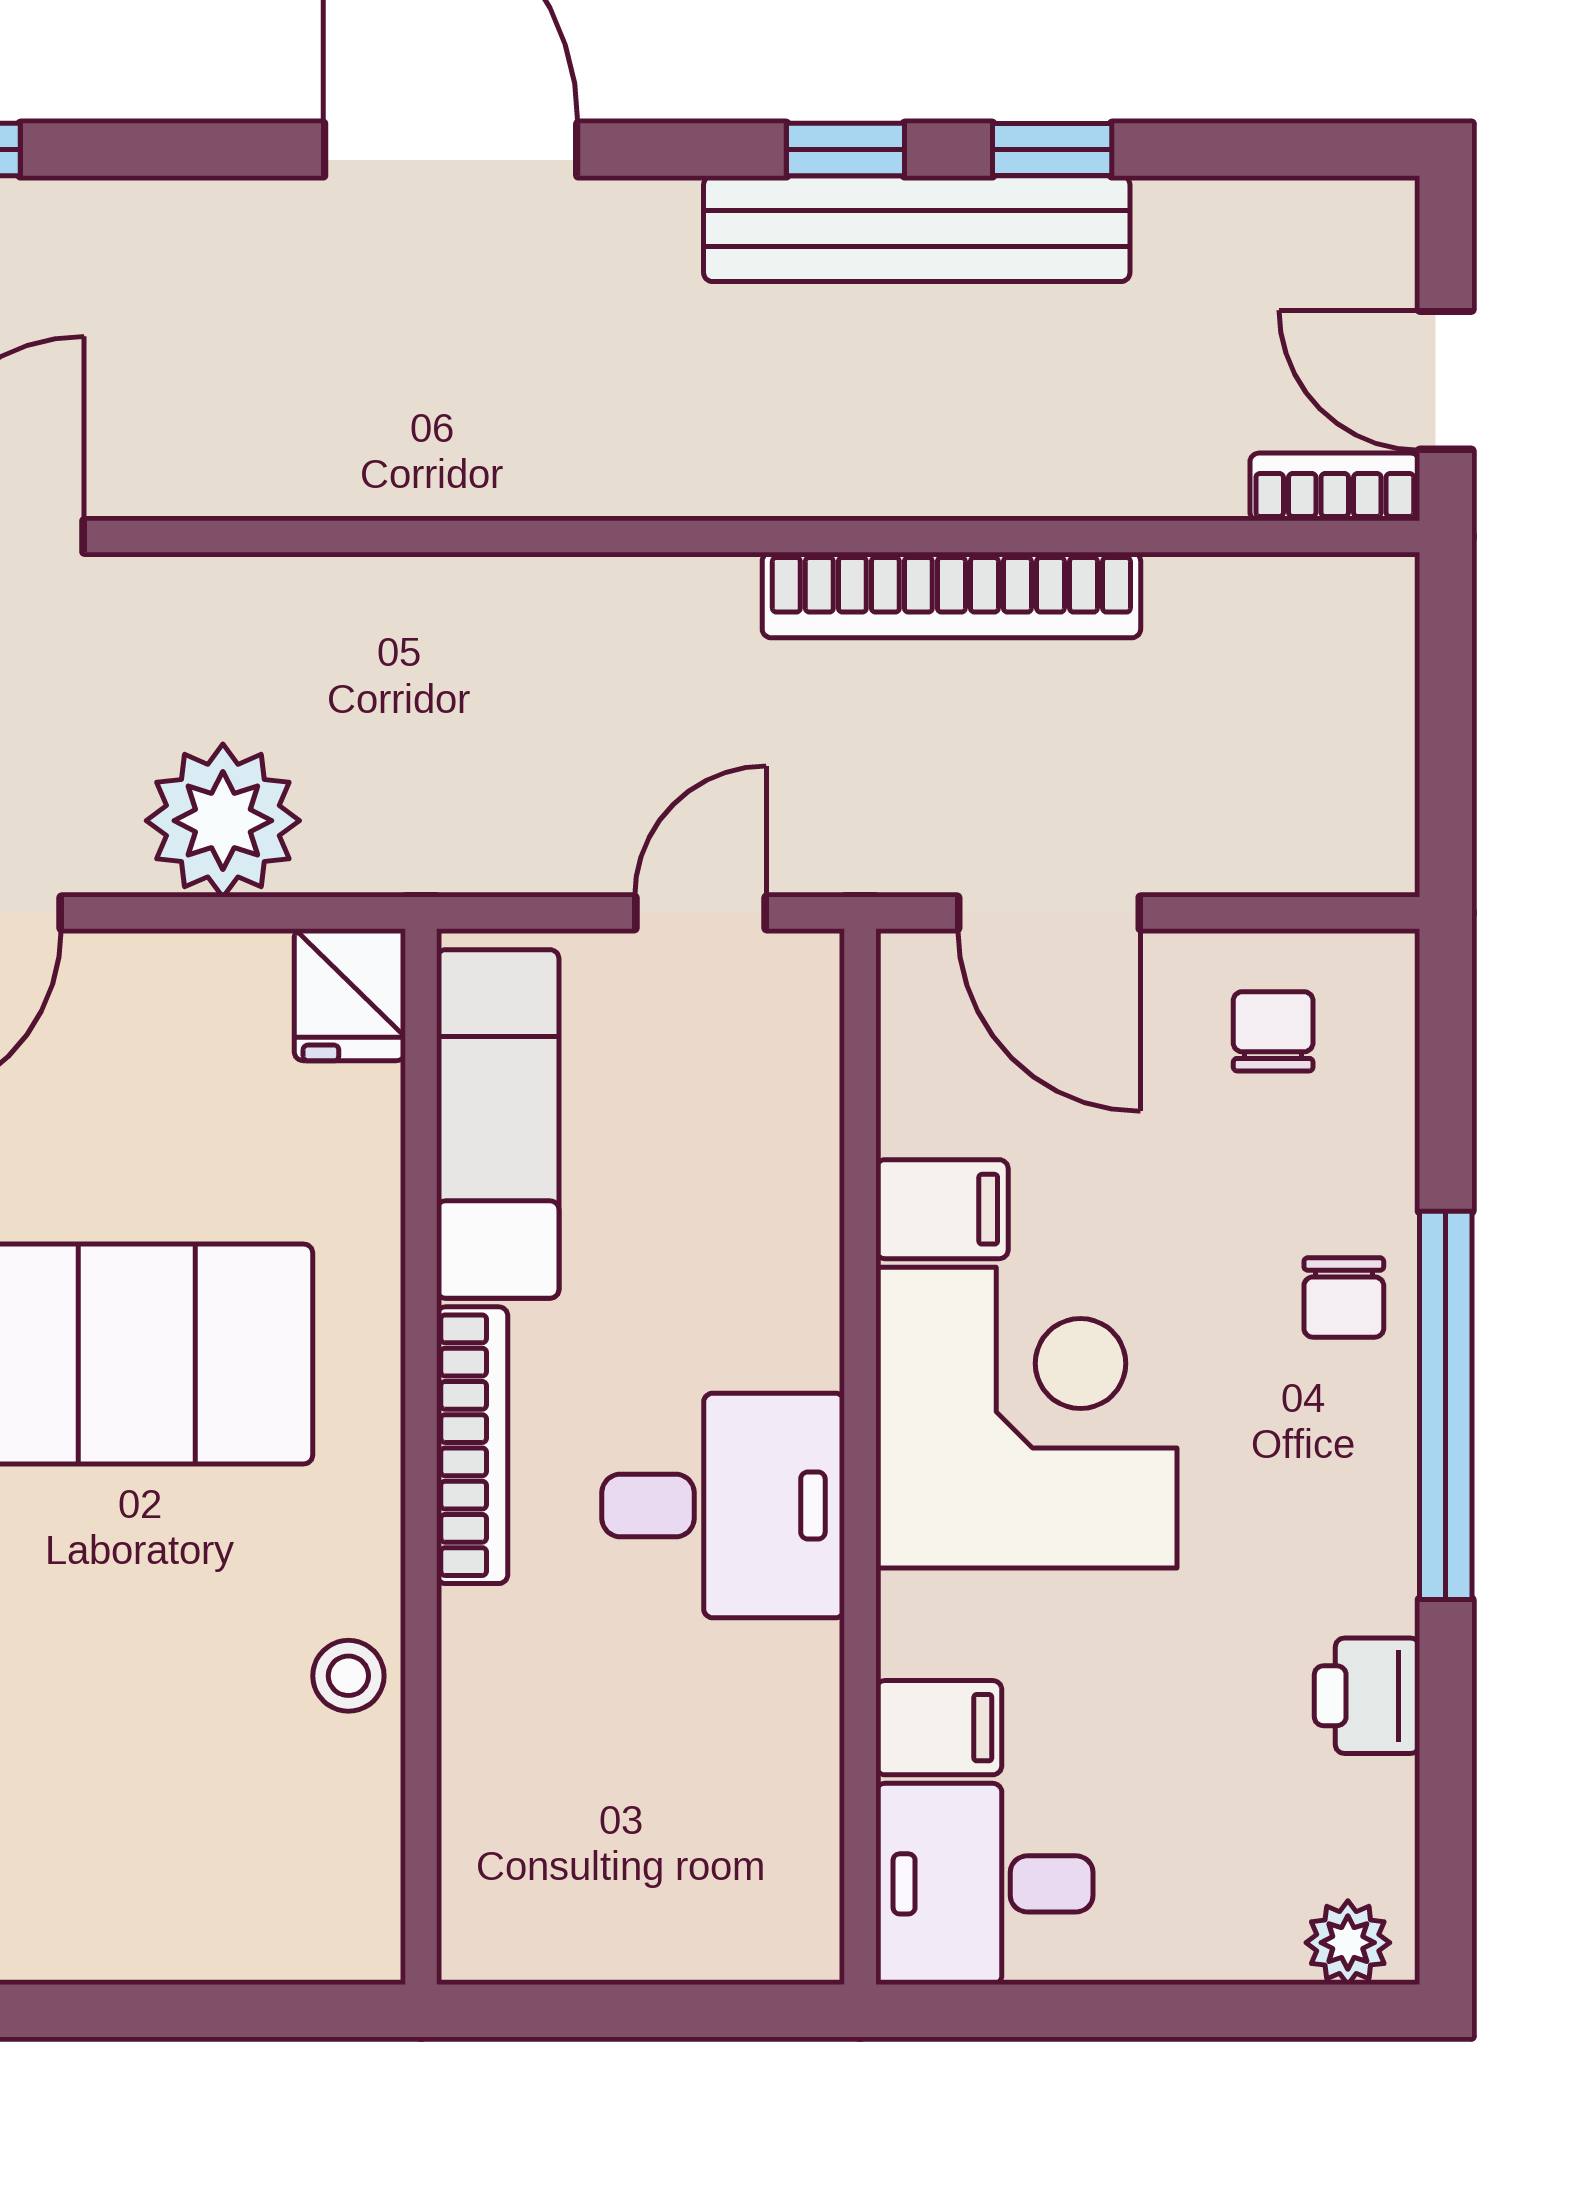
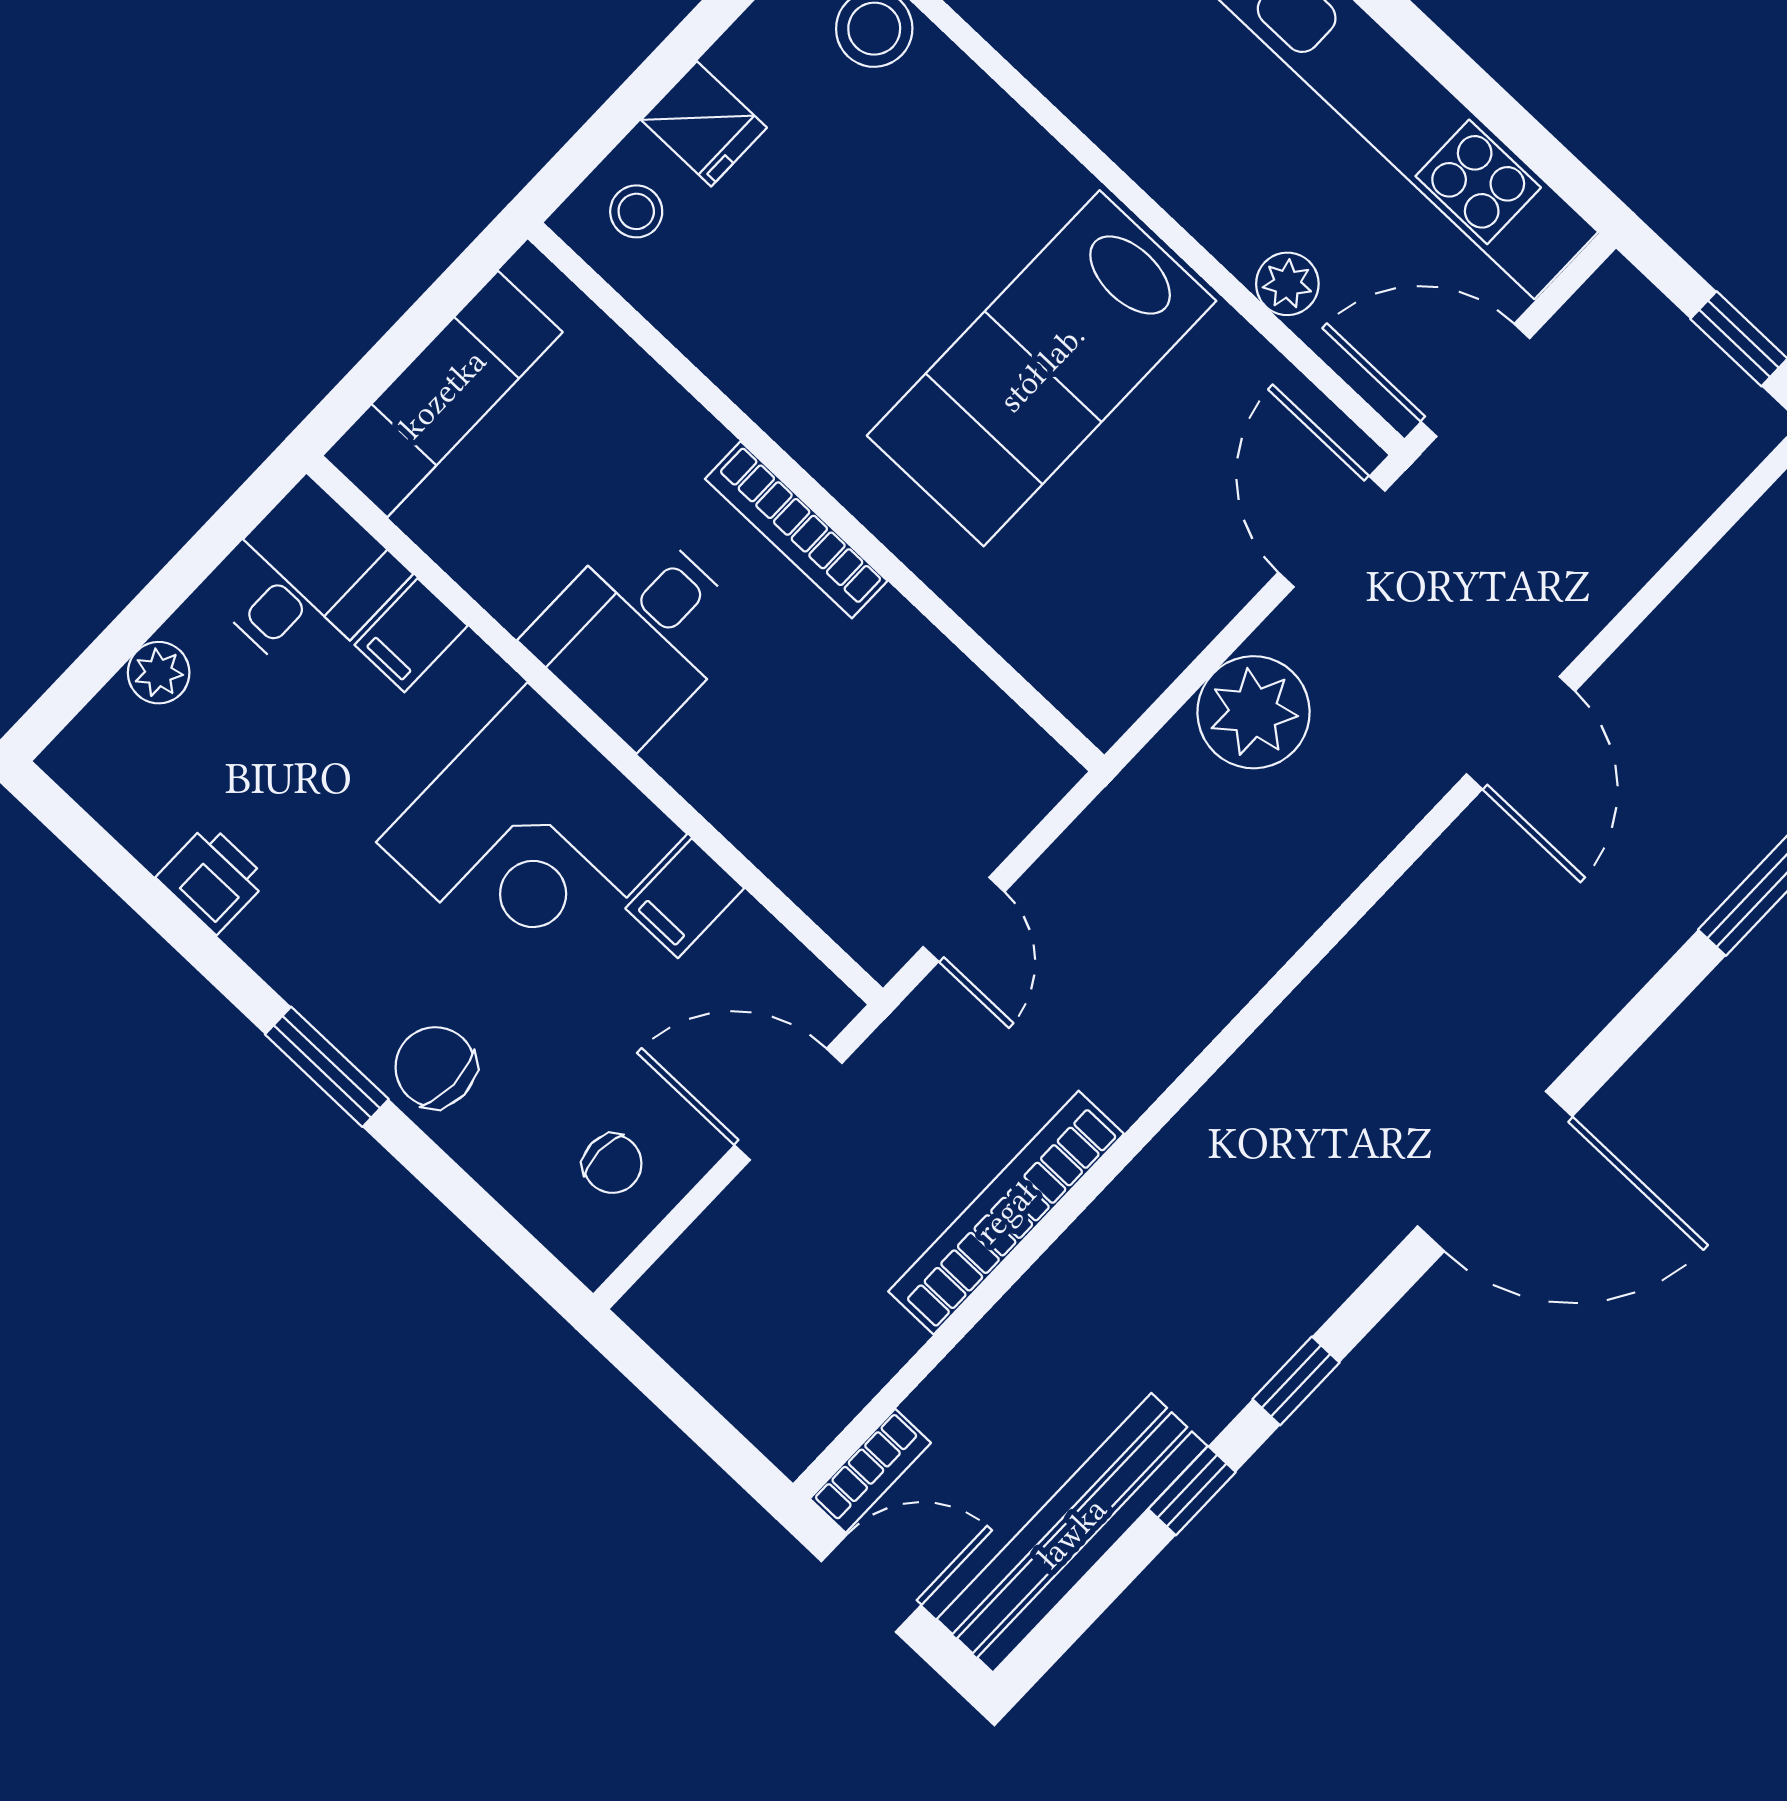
bench: (917, 229) -> (1072, 1533), moved
fridge: (350, 995) -> (704, 124), moved, turned 180
exam couch: (498, 1124) -> (443, 394), moved, turned -90
chair: (1344, 1297) -> (435, 1067), width x1.37, depth x1.37
window: (1446, 1405) -> (327, 1067), width x0.47
stool: (348, 1676) -> (636, 211), moved
plant: (1348, 1943) -> (159, 673), moved

